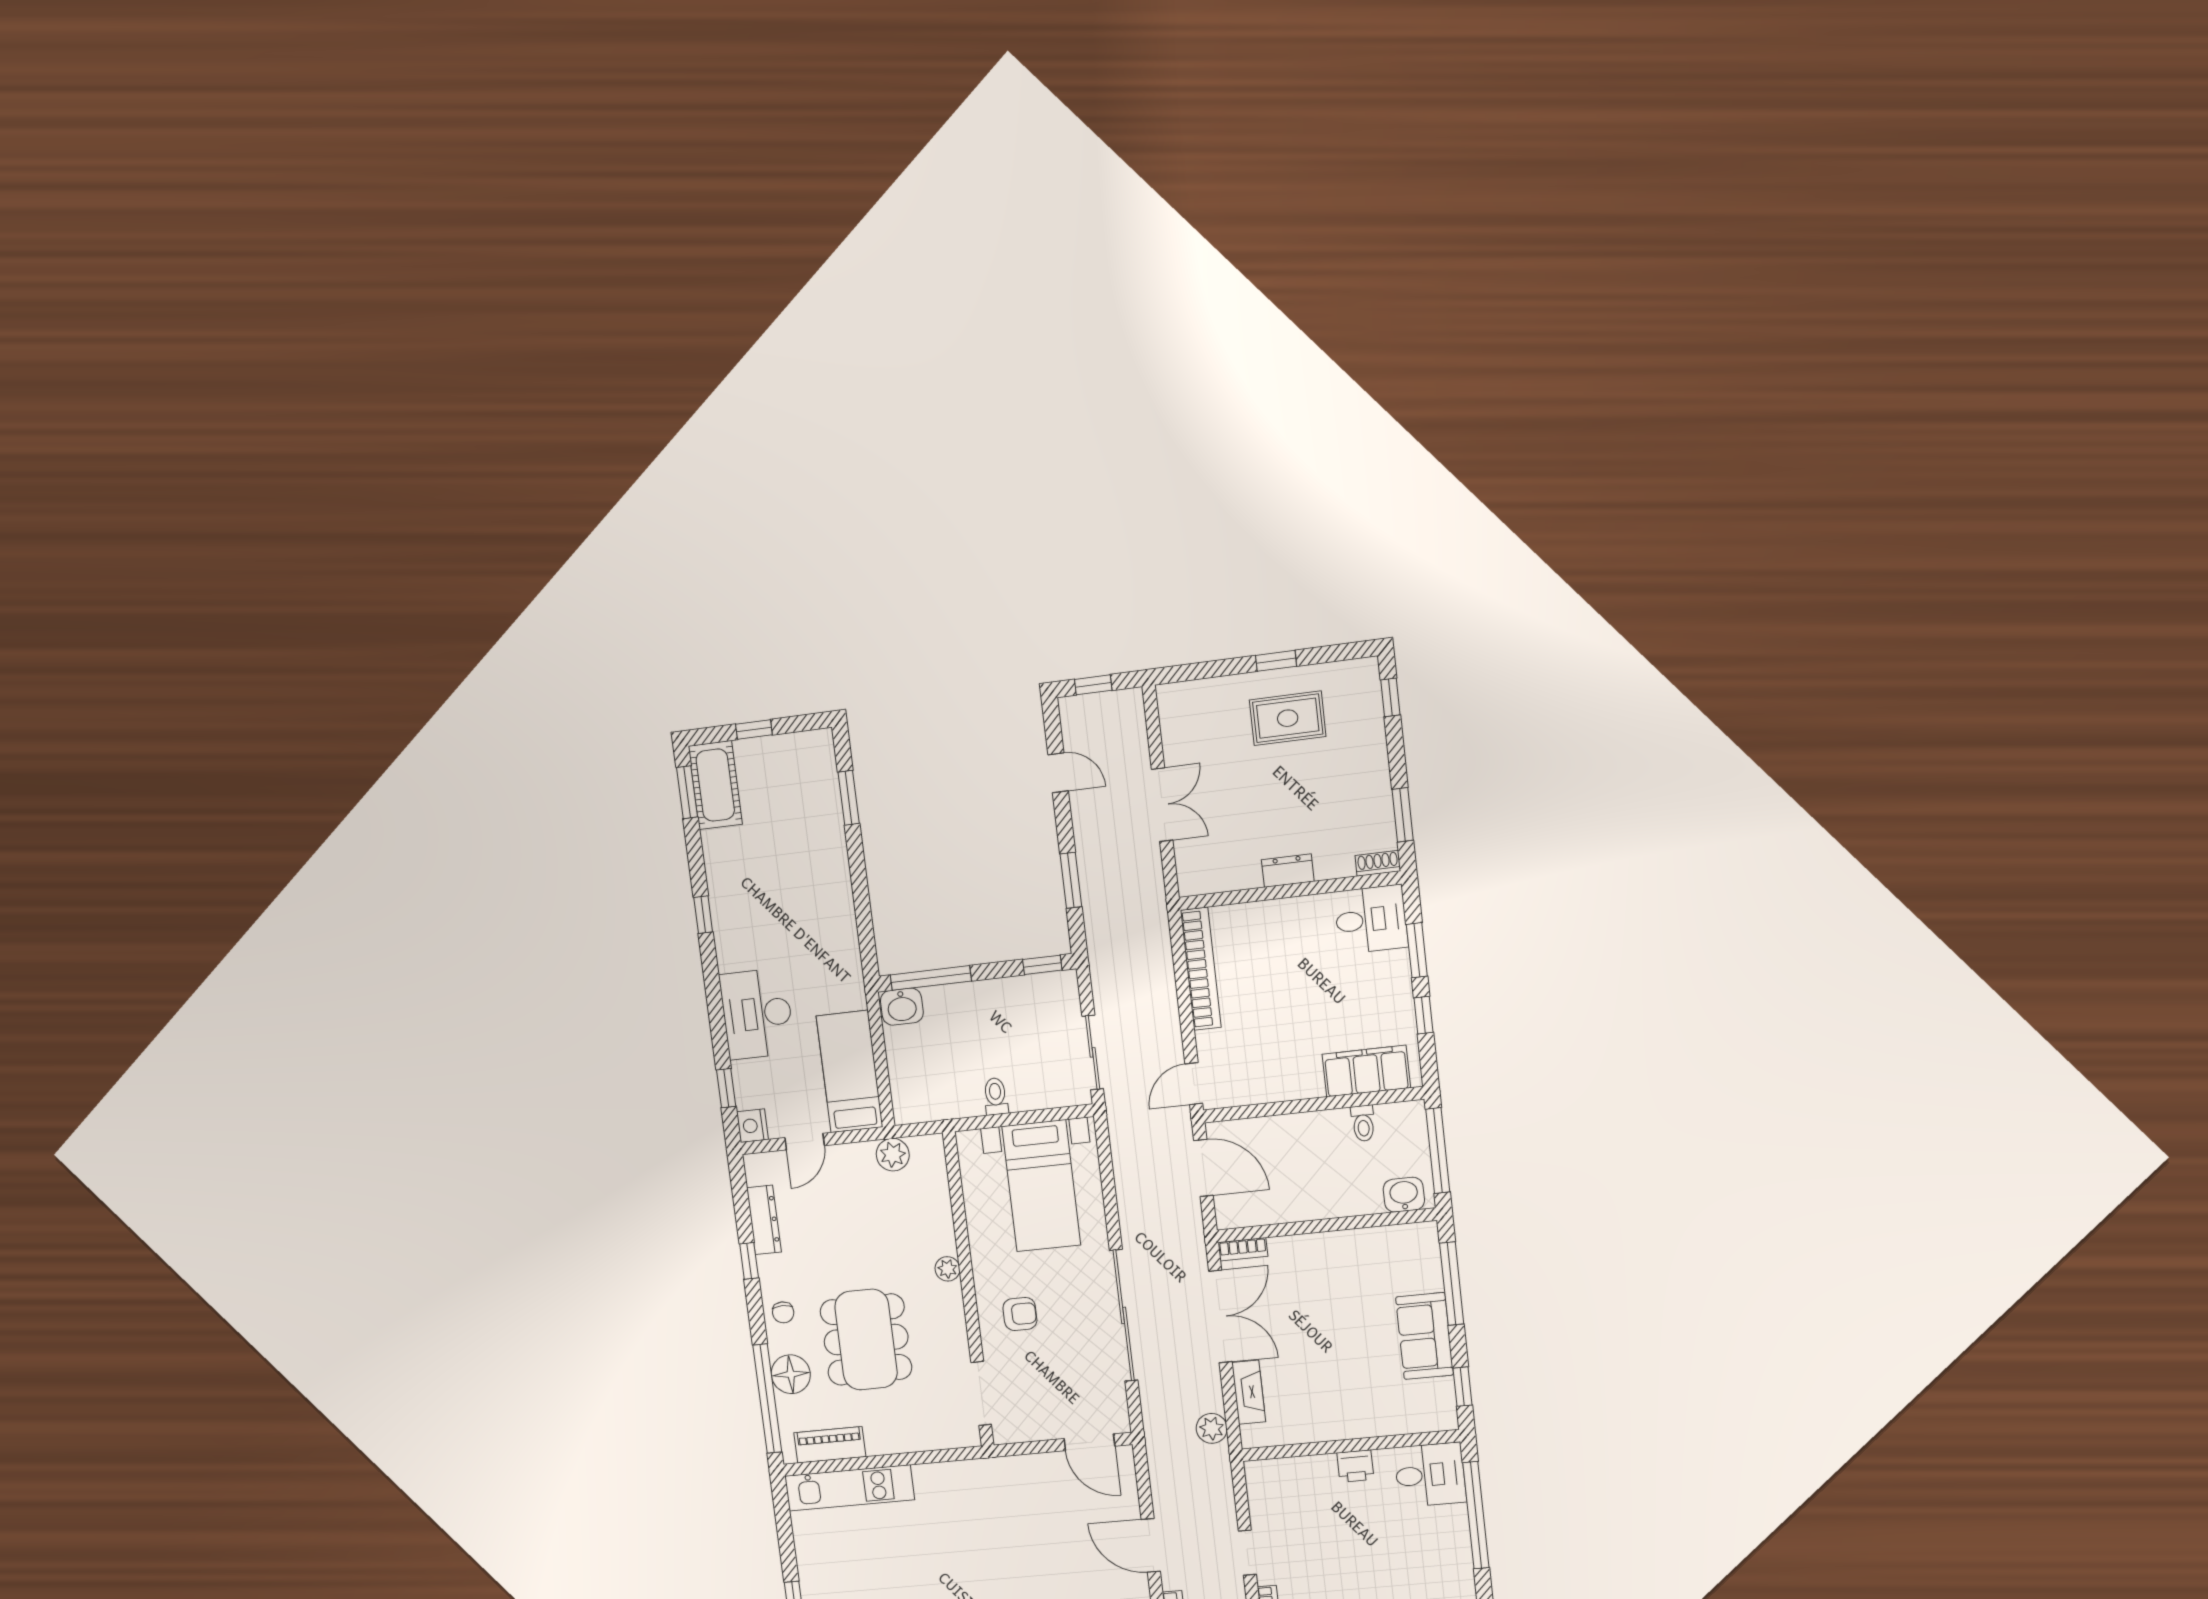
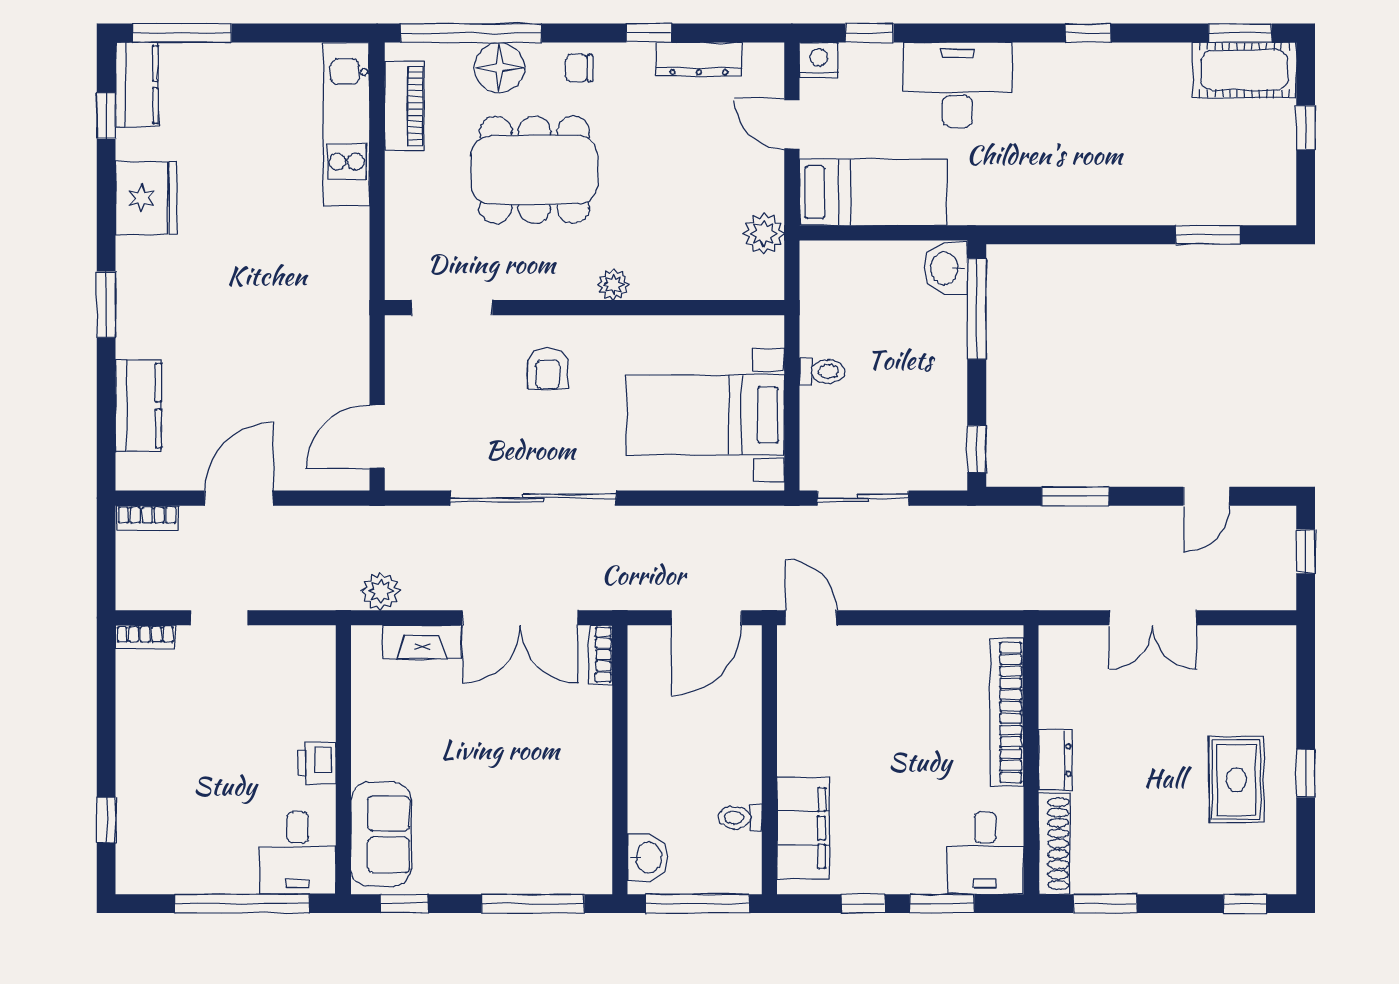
shoe rack: (1378, 863) -> (1054, 844), width x1.94, depth x1.24
bookcase: (1201, 969) -> (1007, 712), moved, turned 90
sofa: (1425, 1336) -> (381, 834), moved, turned 90

